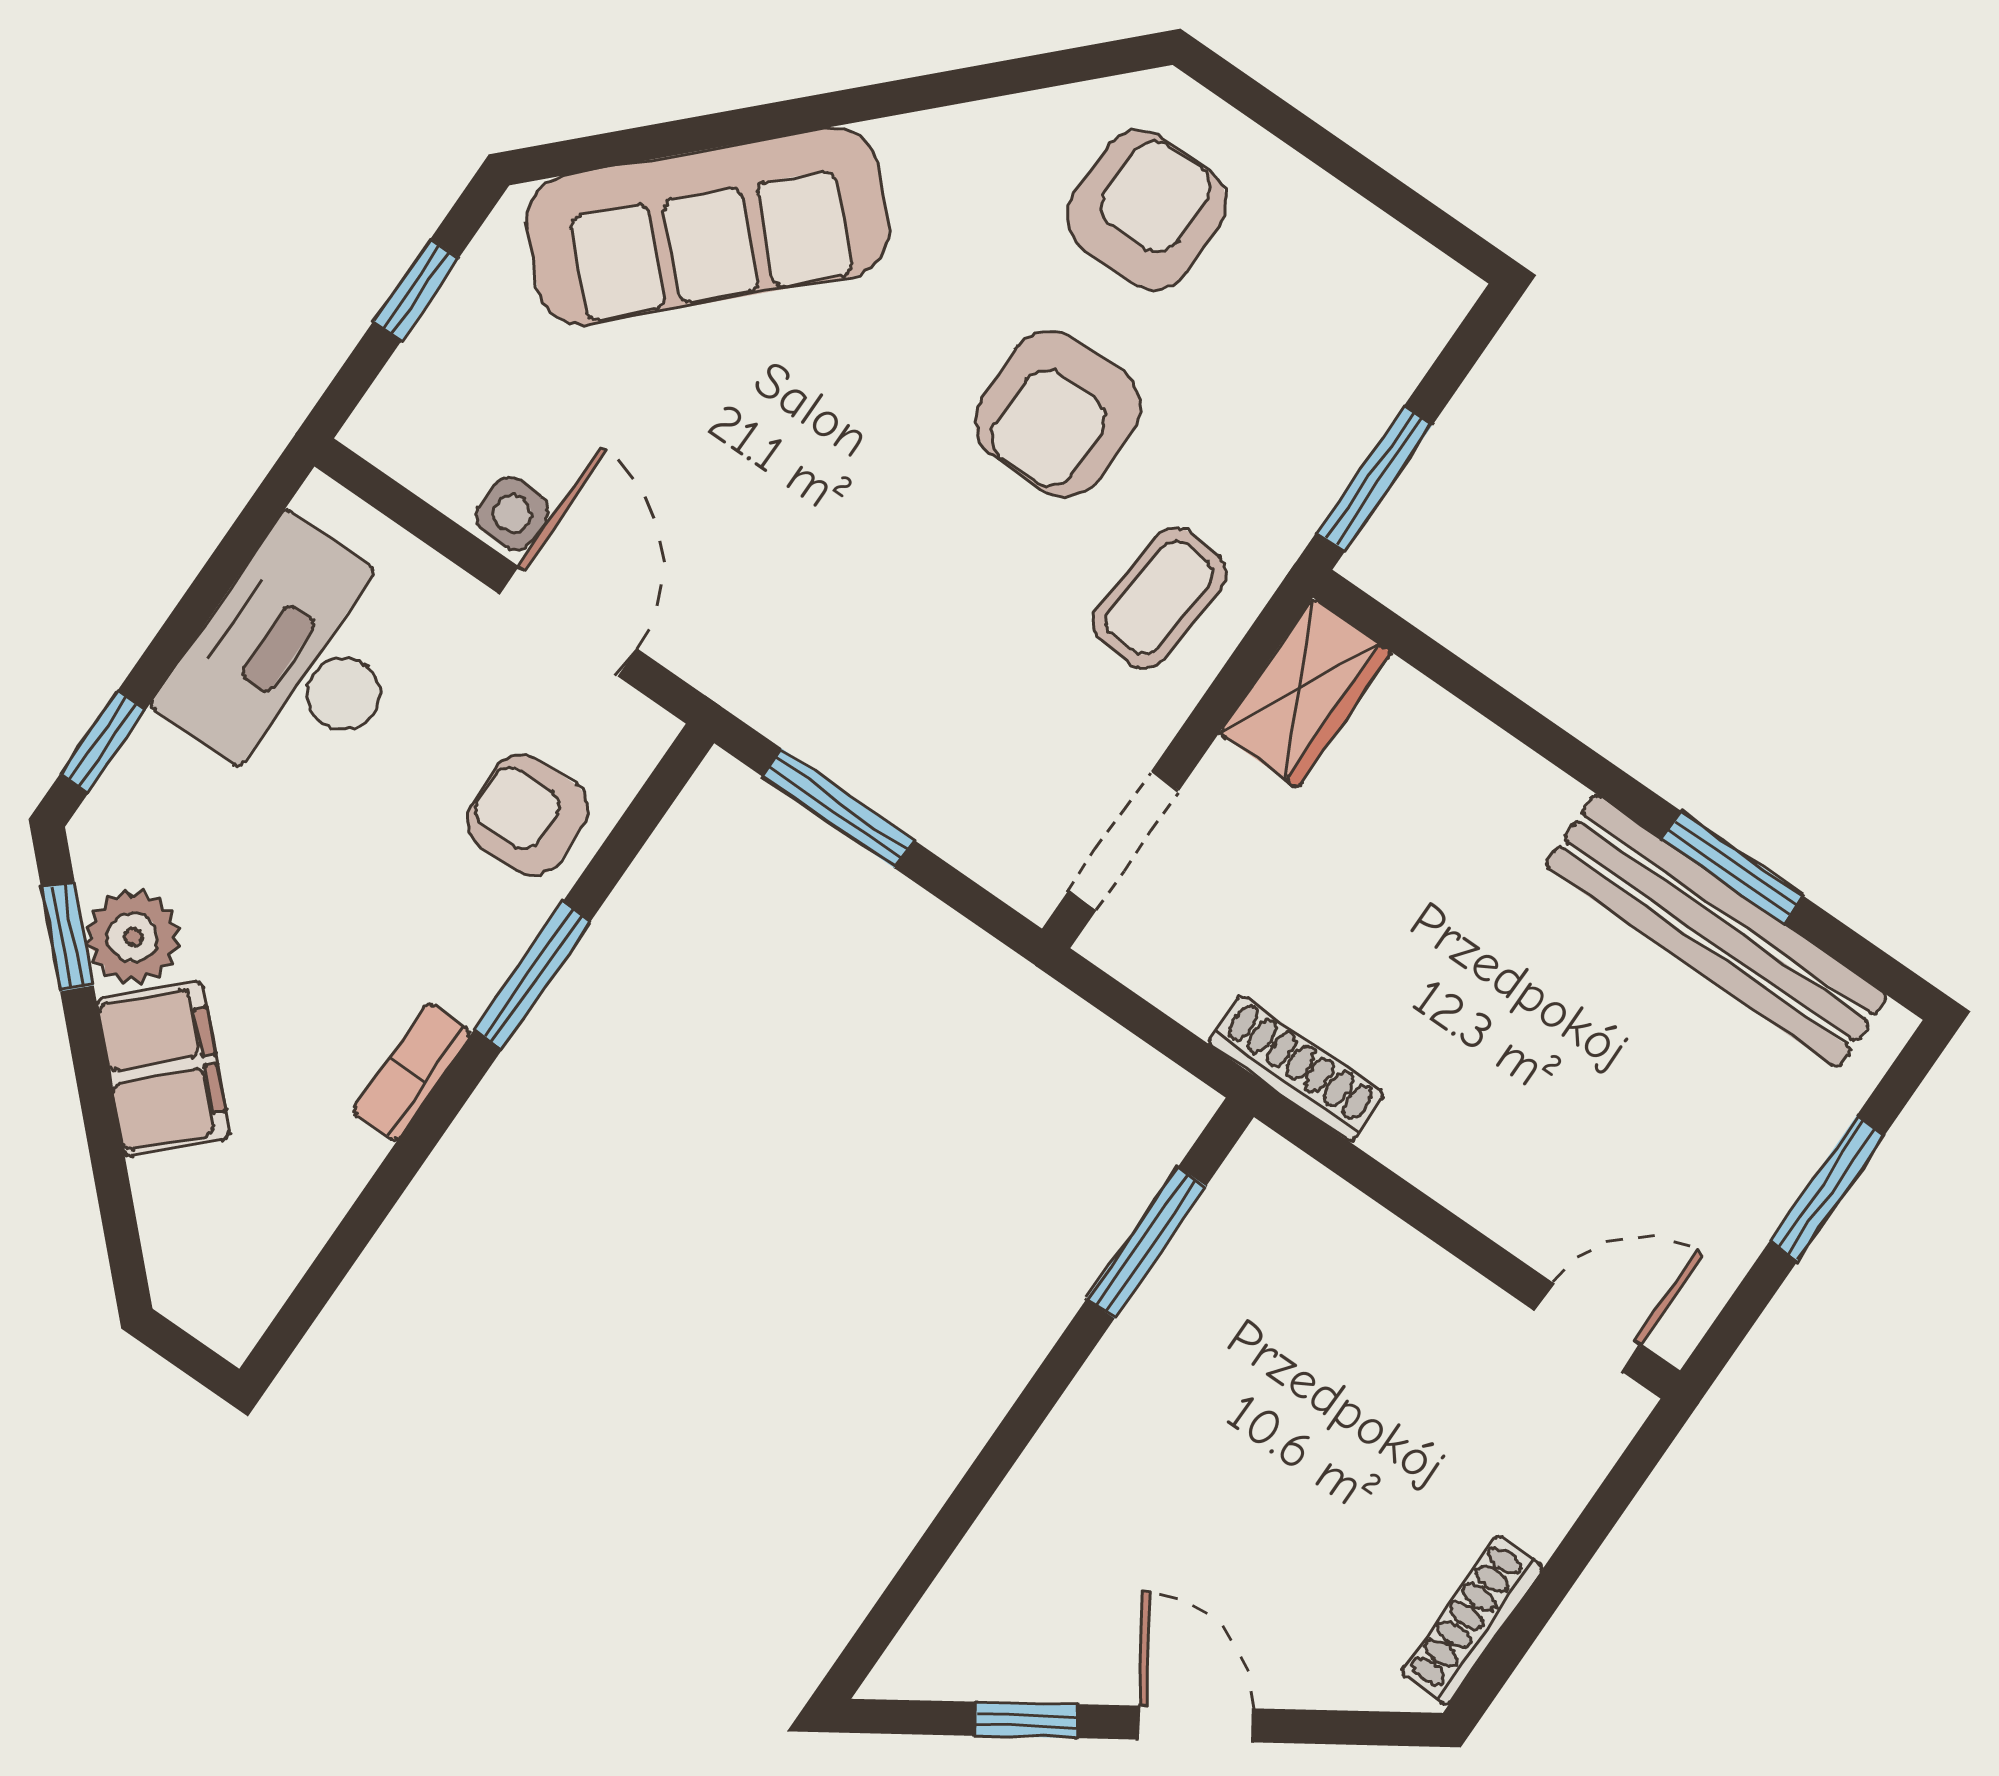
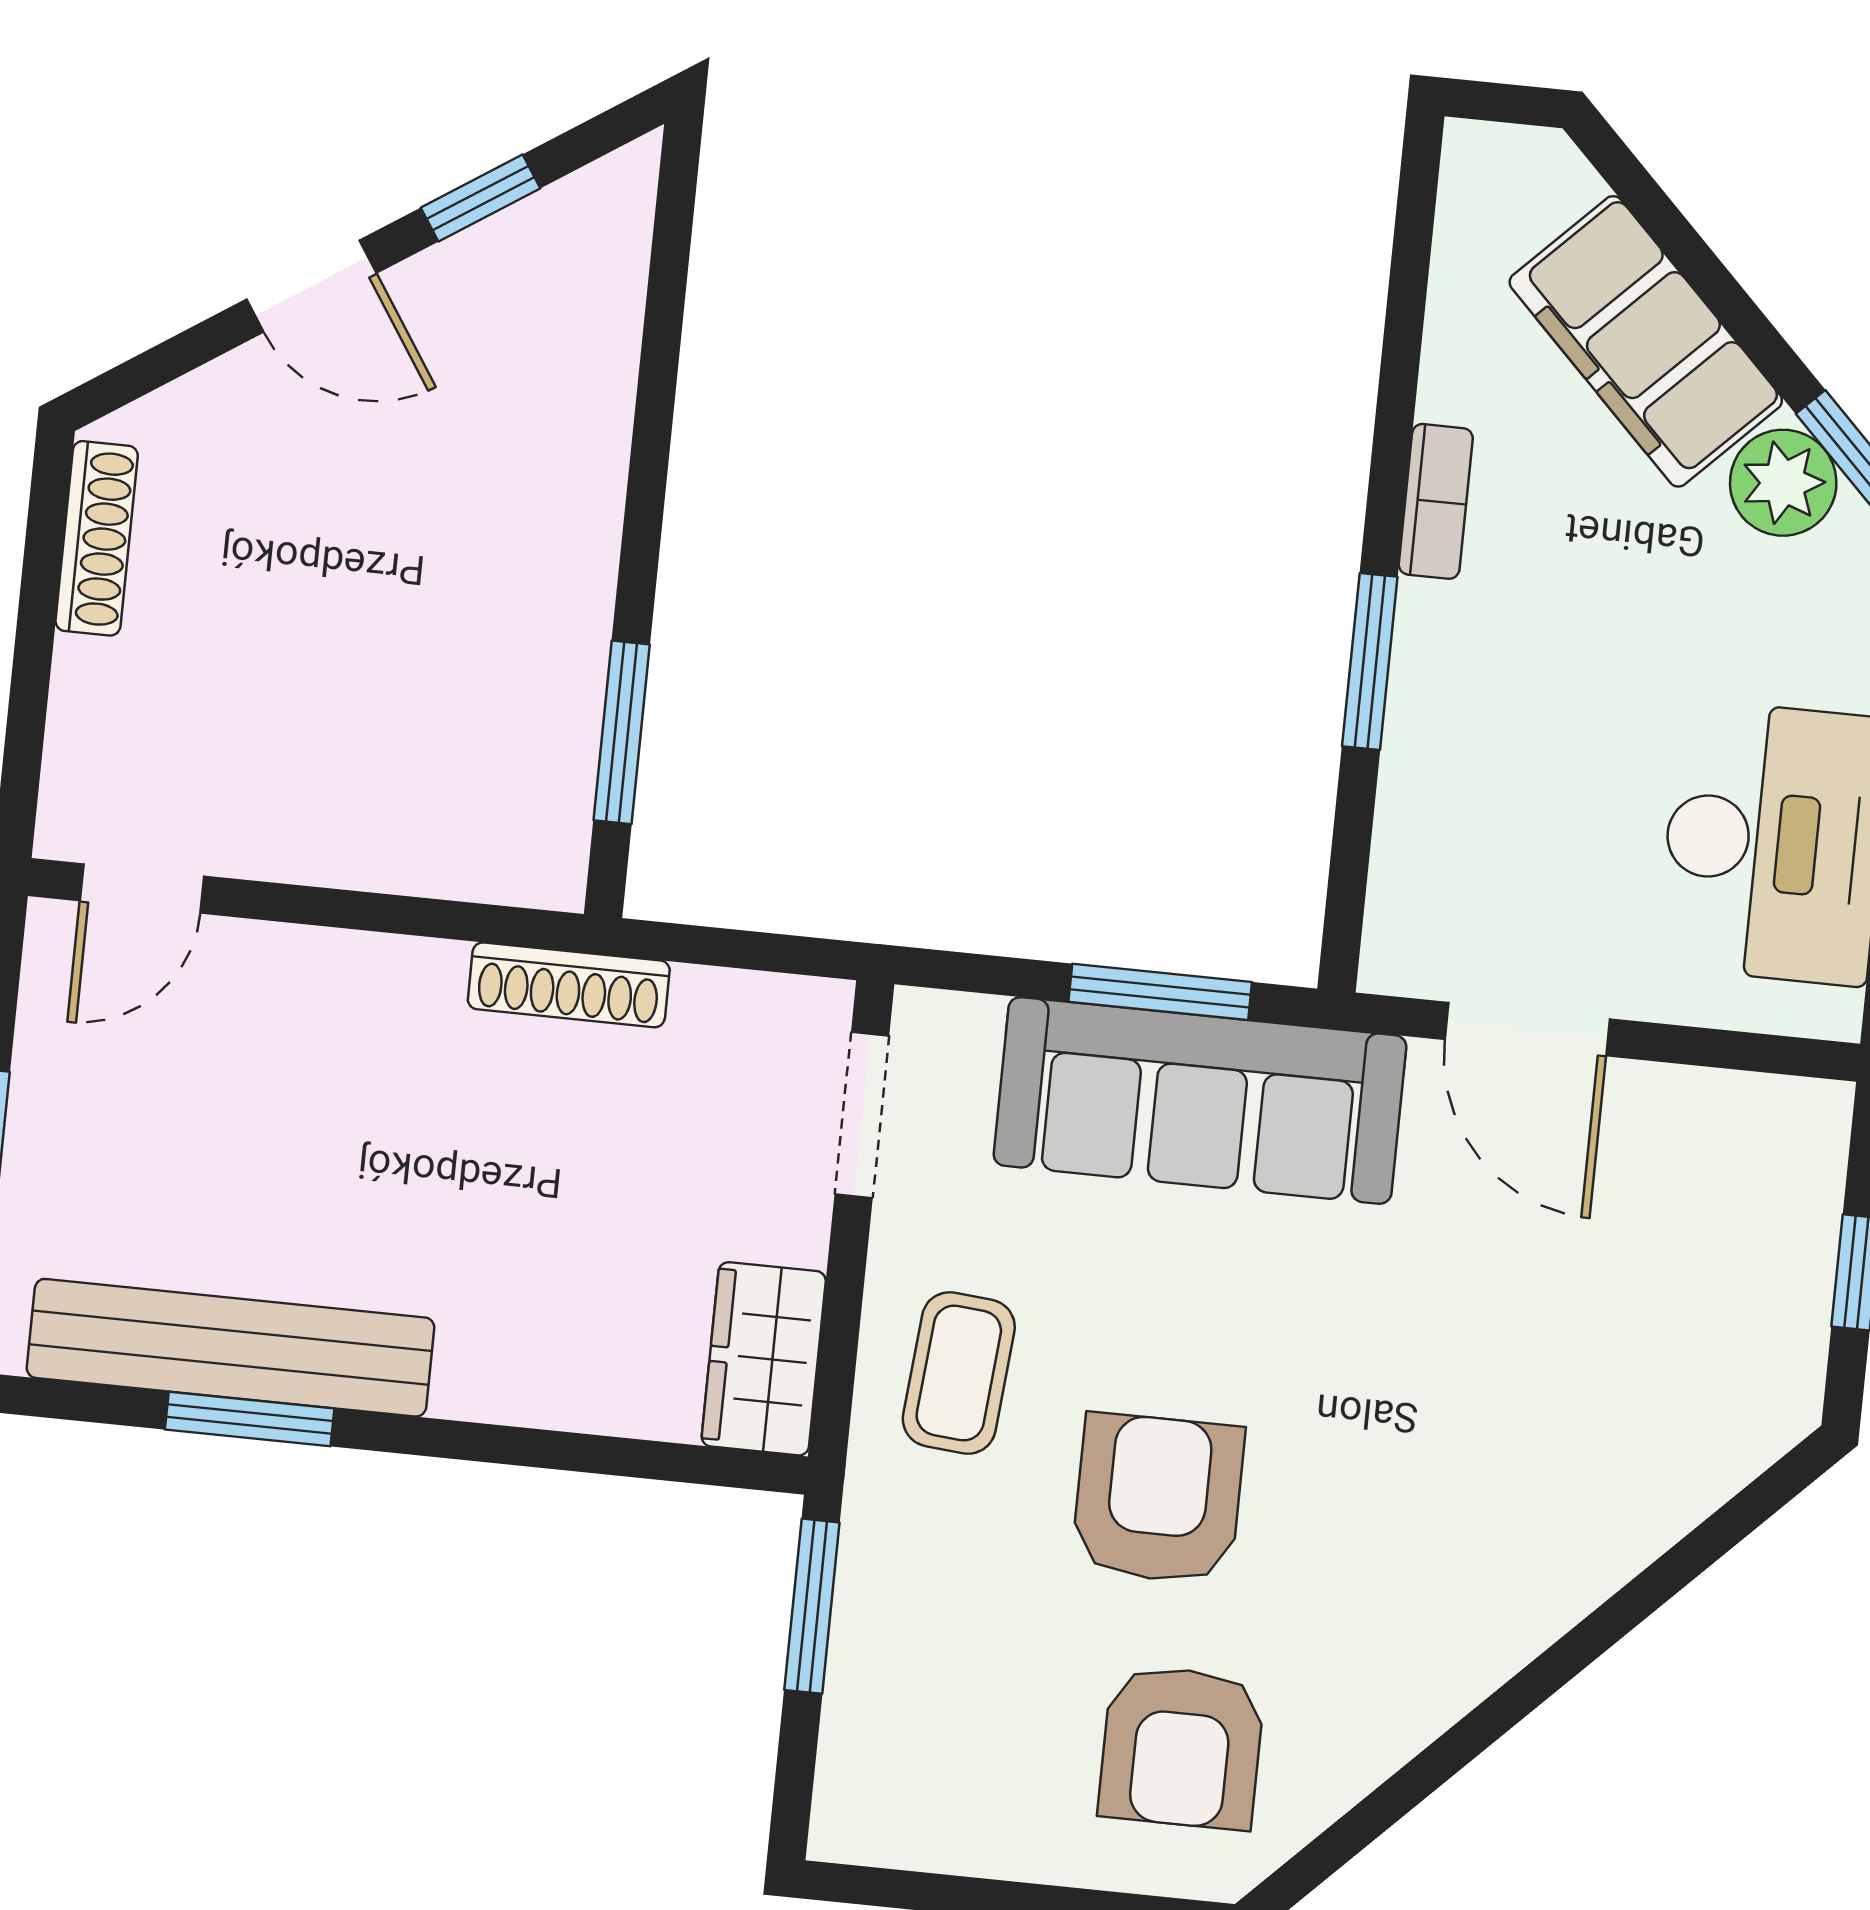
sofa: (707, 226) -> (1200, 1101), moved, turned -135
side table: (512, 513) -> (1640, 1105), removed
armchair: (528, 815) -> (1462, 817), removed
filing cabinet: (163, 1069) -> (1646, 341), width x1.50, depth x1.17

